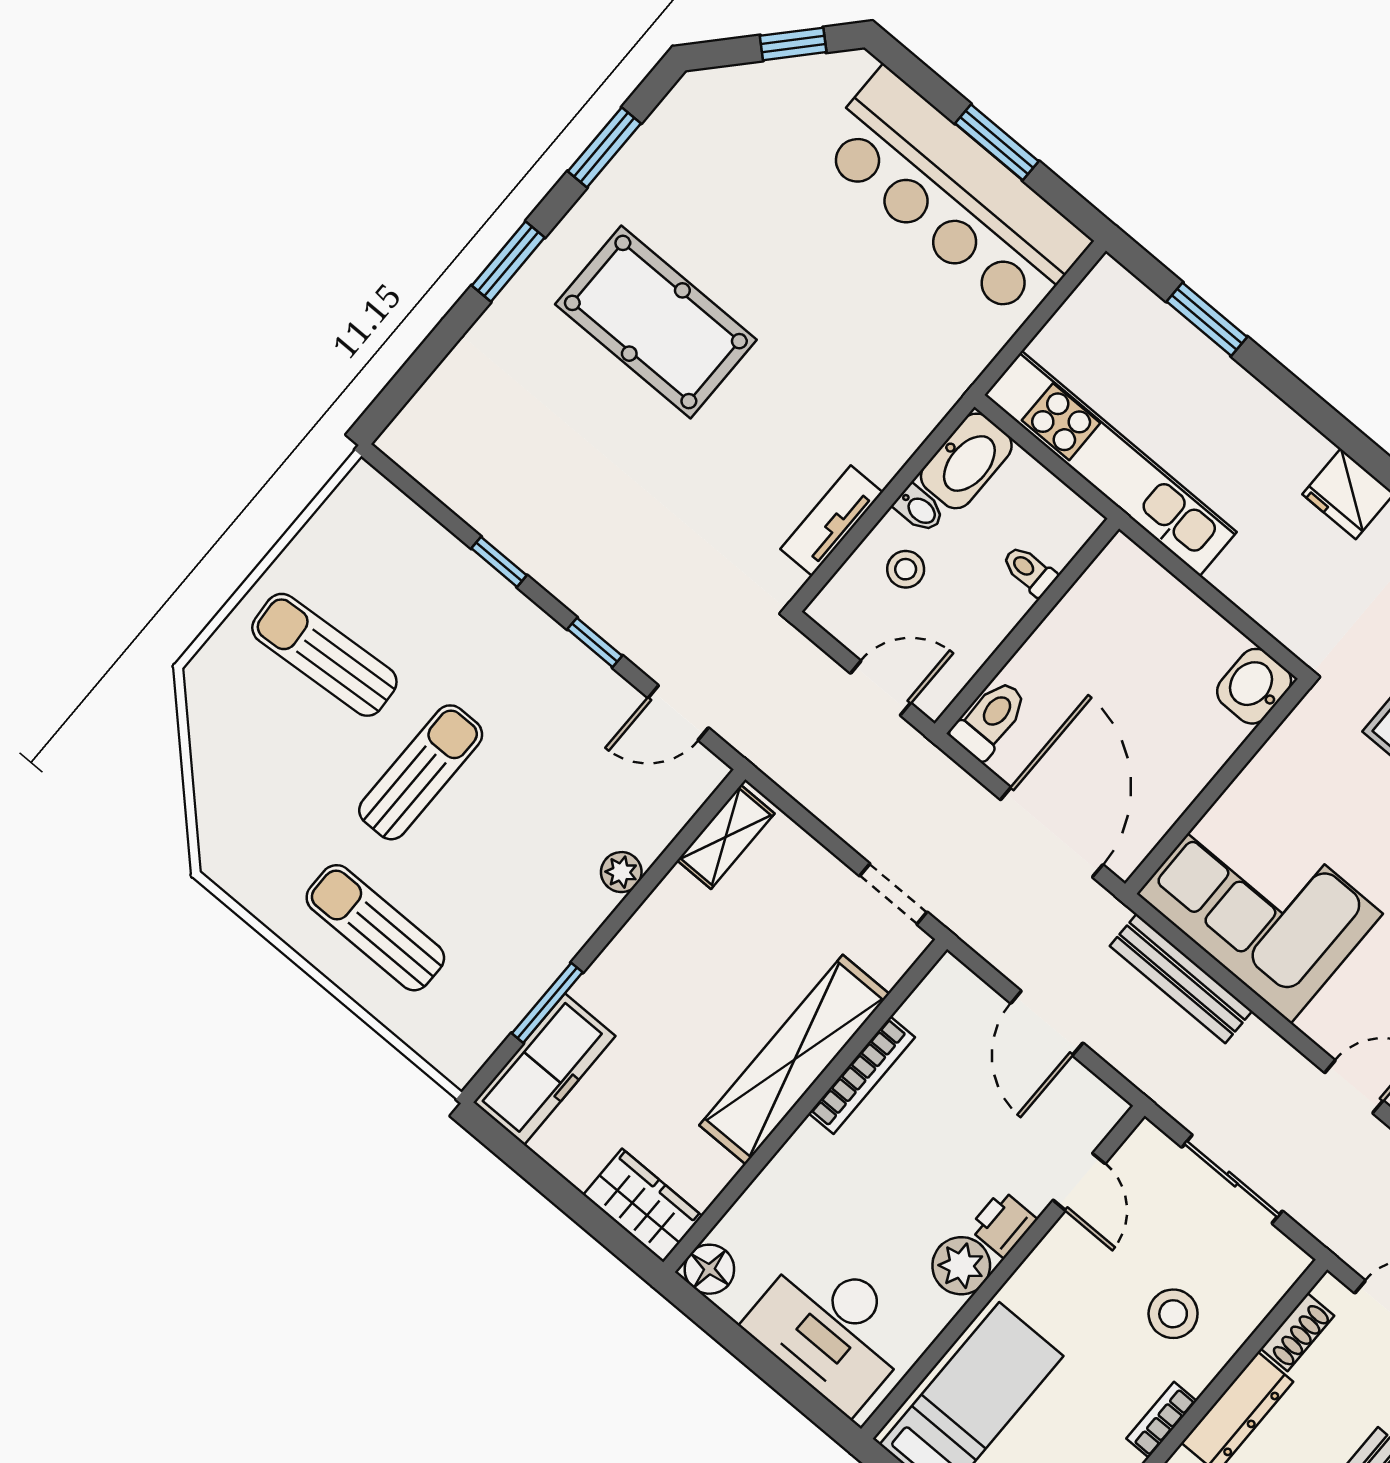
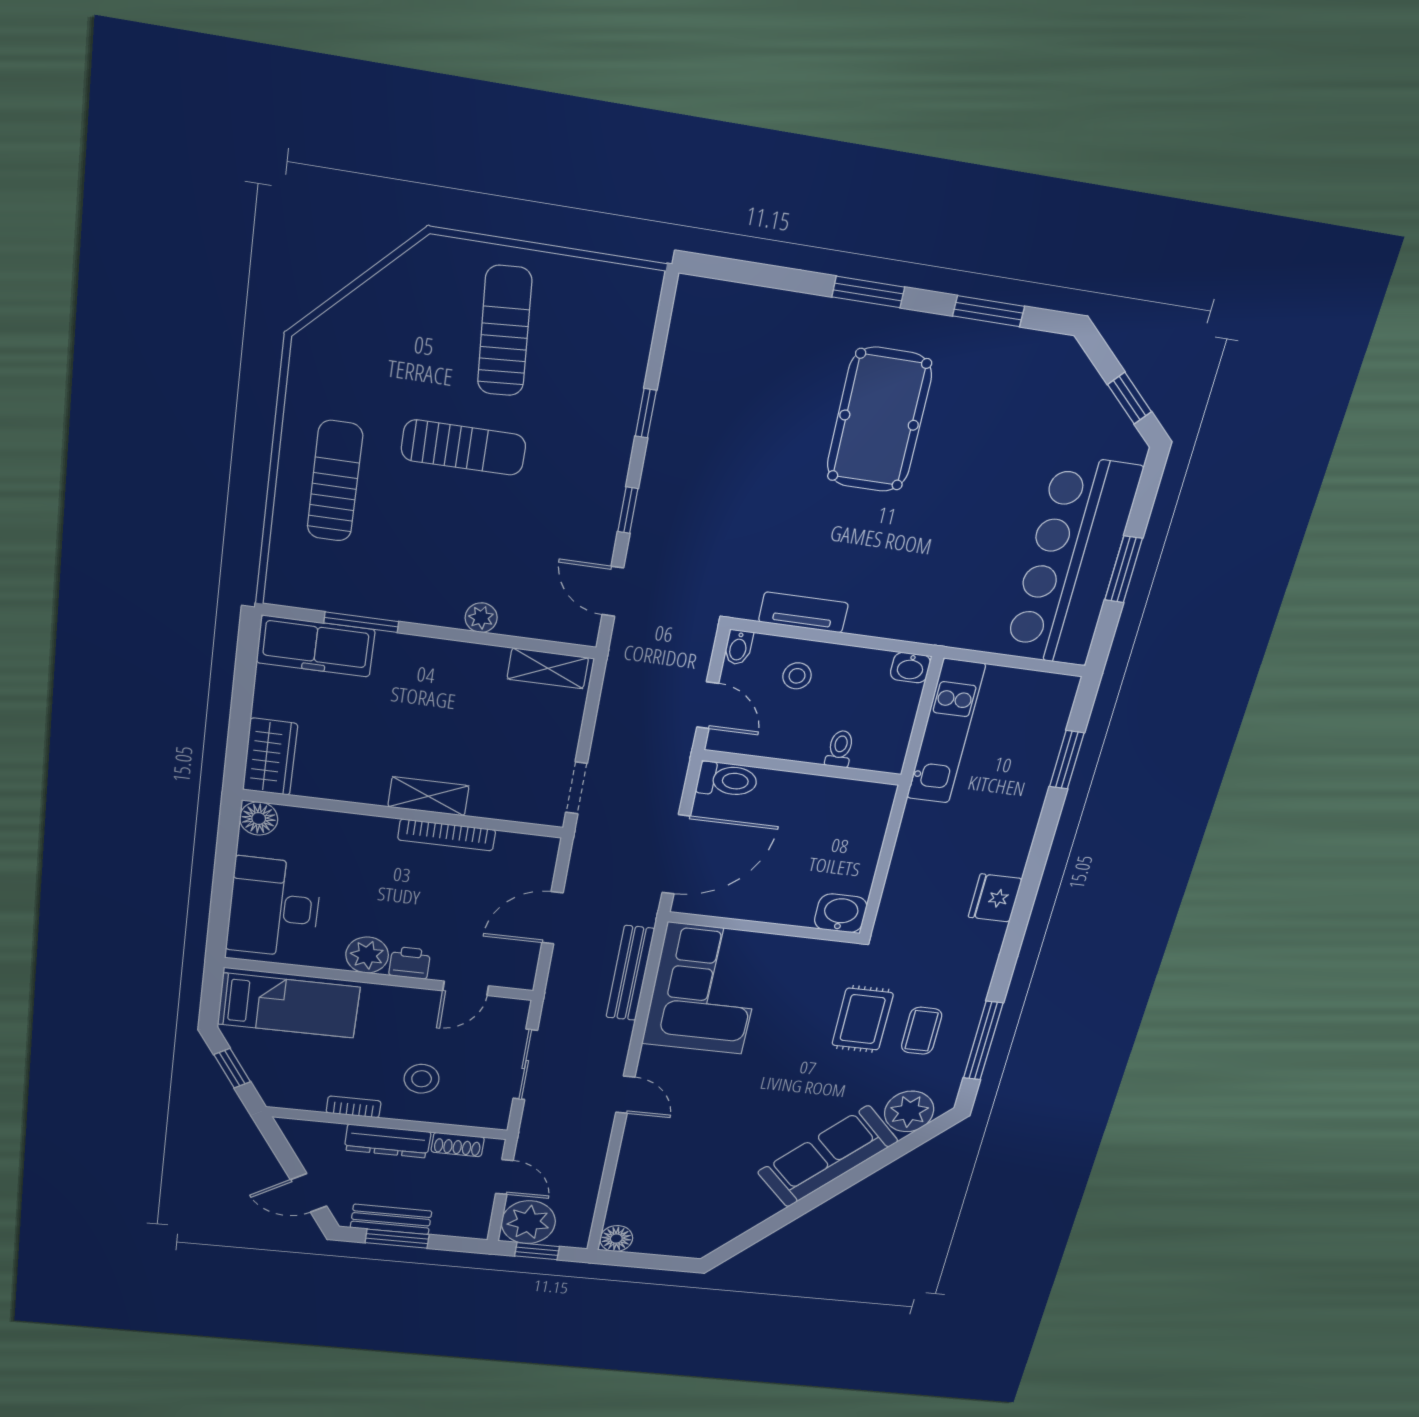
washbasin: (966, 461) -> (910, 668), width x0.52, depth x0.69
kitchen unit: (1111, 463) -> (946, 731), width x0.73
bidet: (919, 509) -> (738, 647), moved
shelving: (794, 1060) -> (428, 796), width x0.45, depth x0.75

